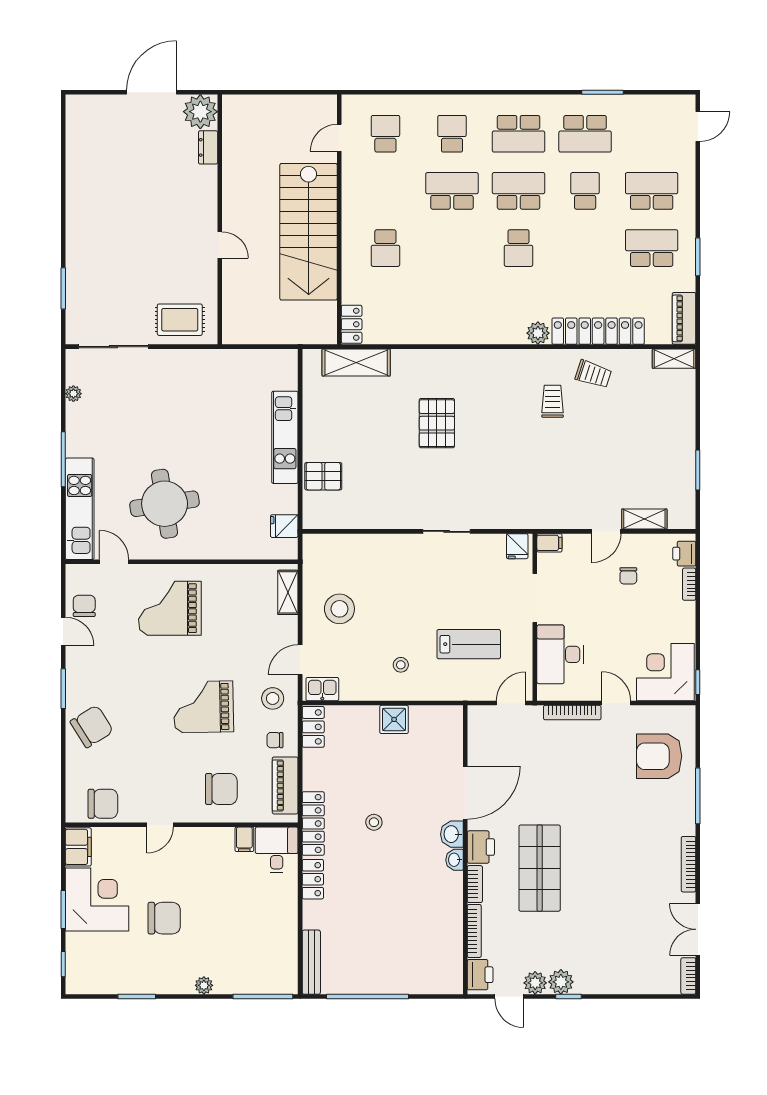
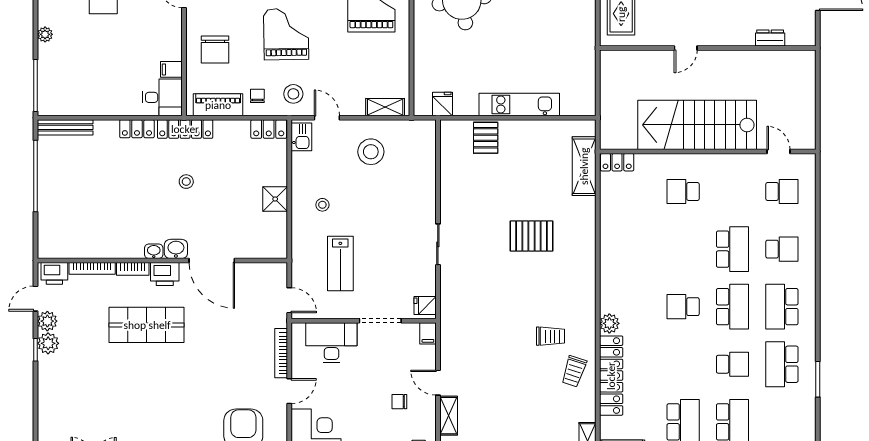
plant: (200, 112) -> (801, 31), removed

